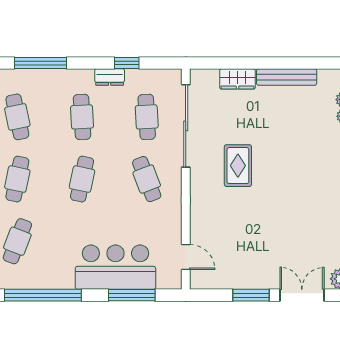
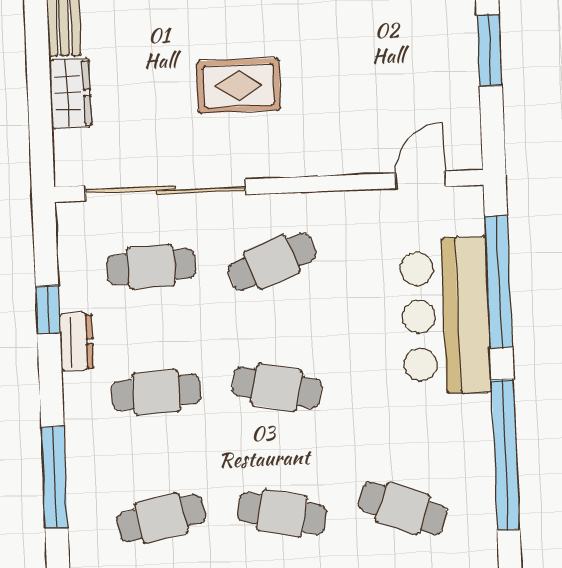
window: (132, 295) -> (499, 282), width x1.46

